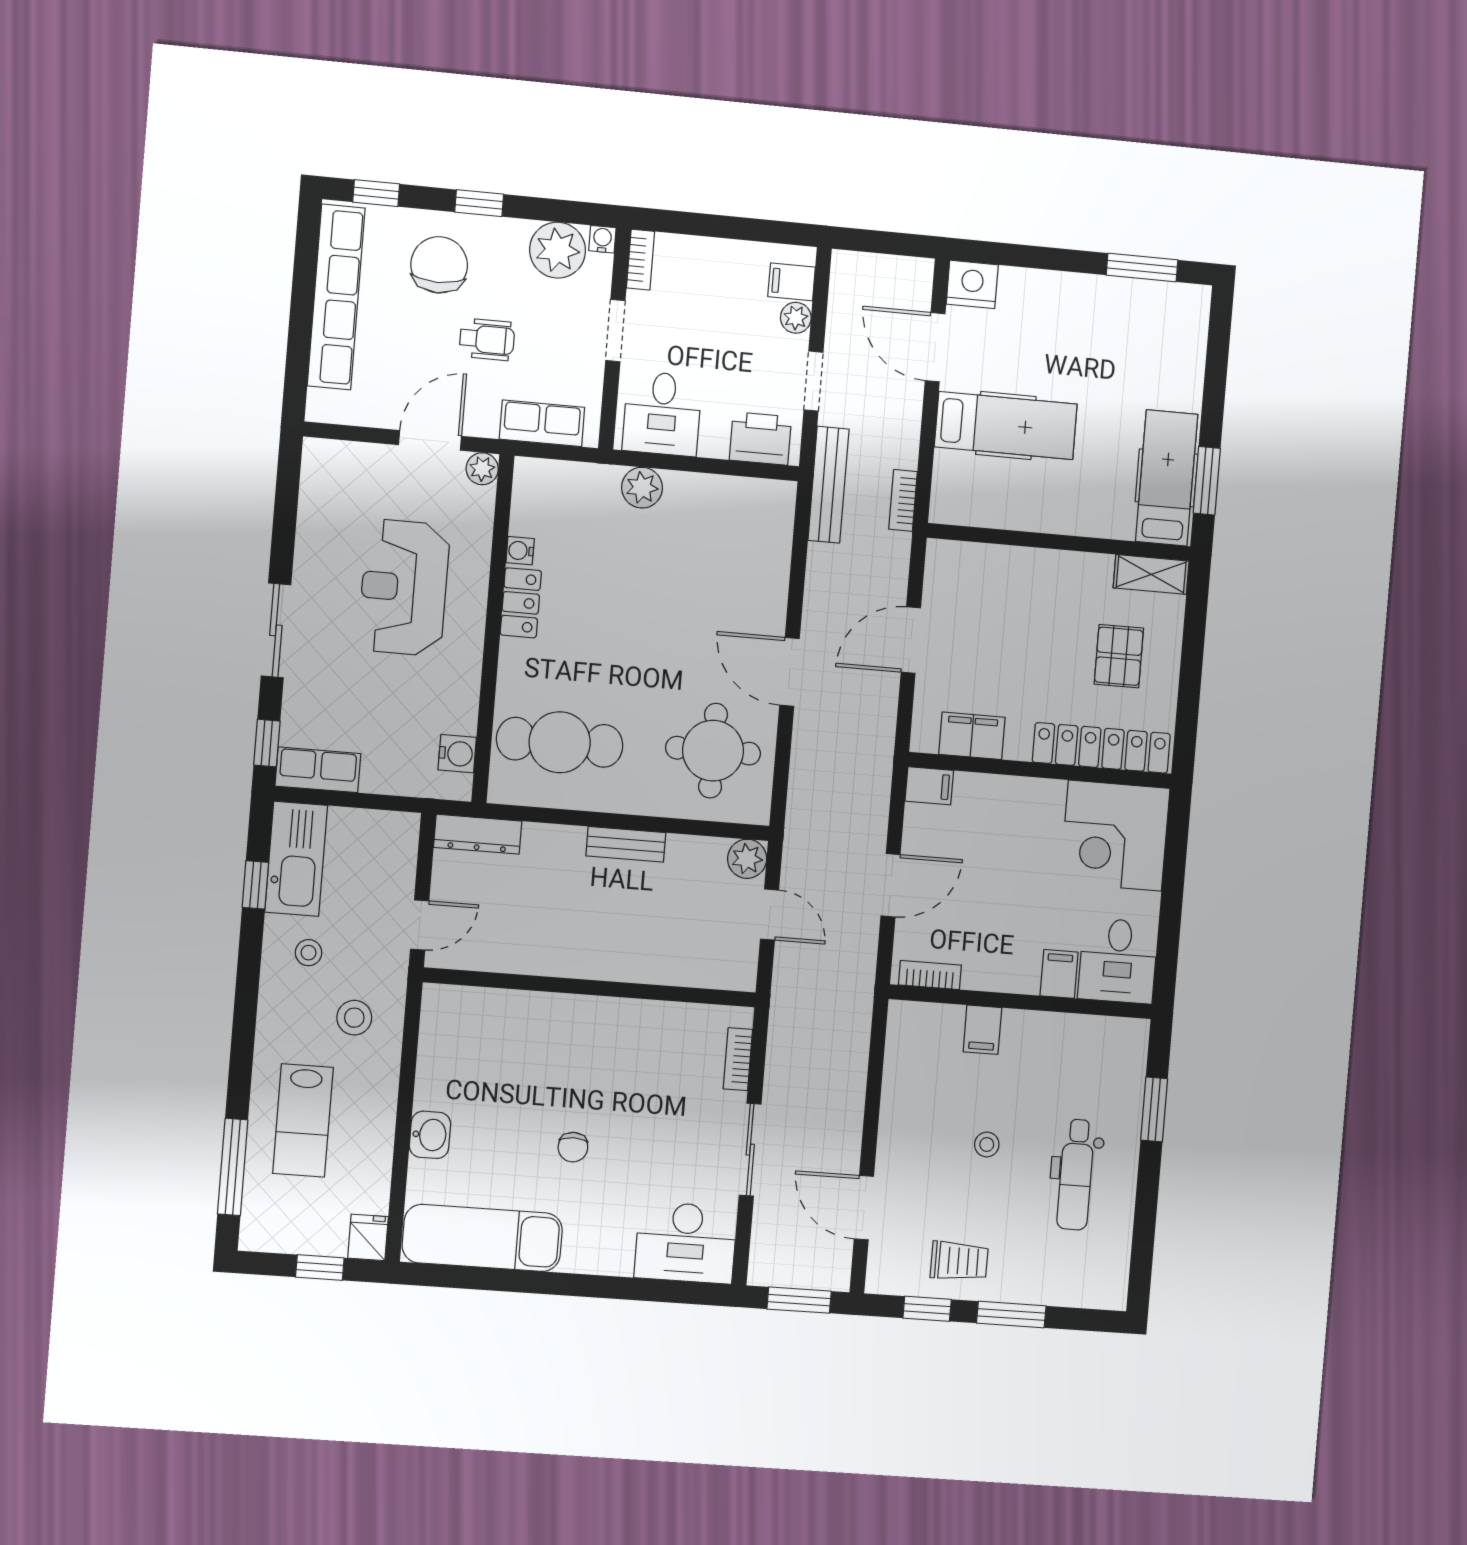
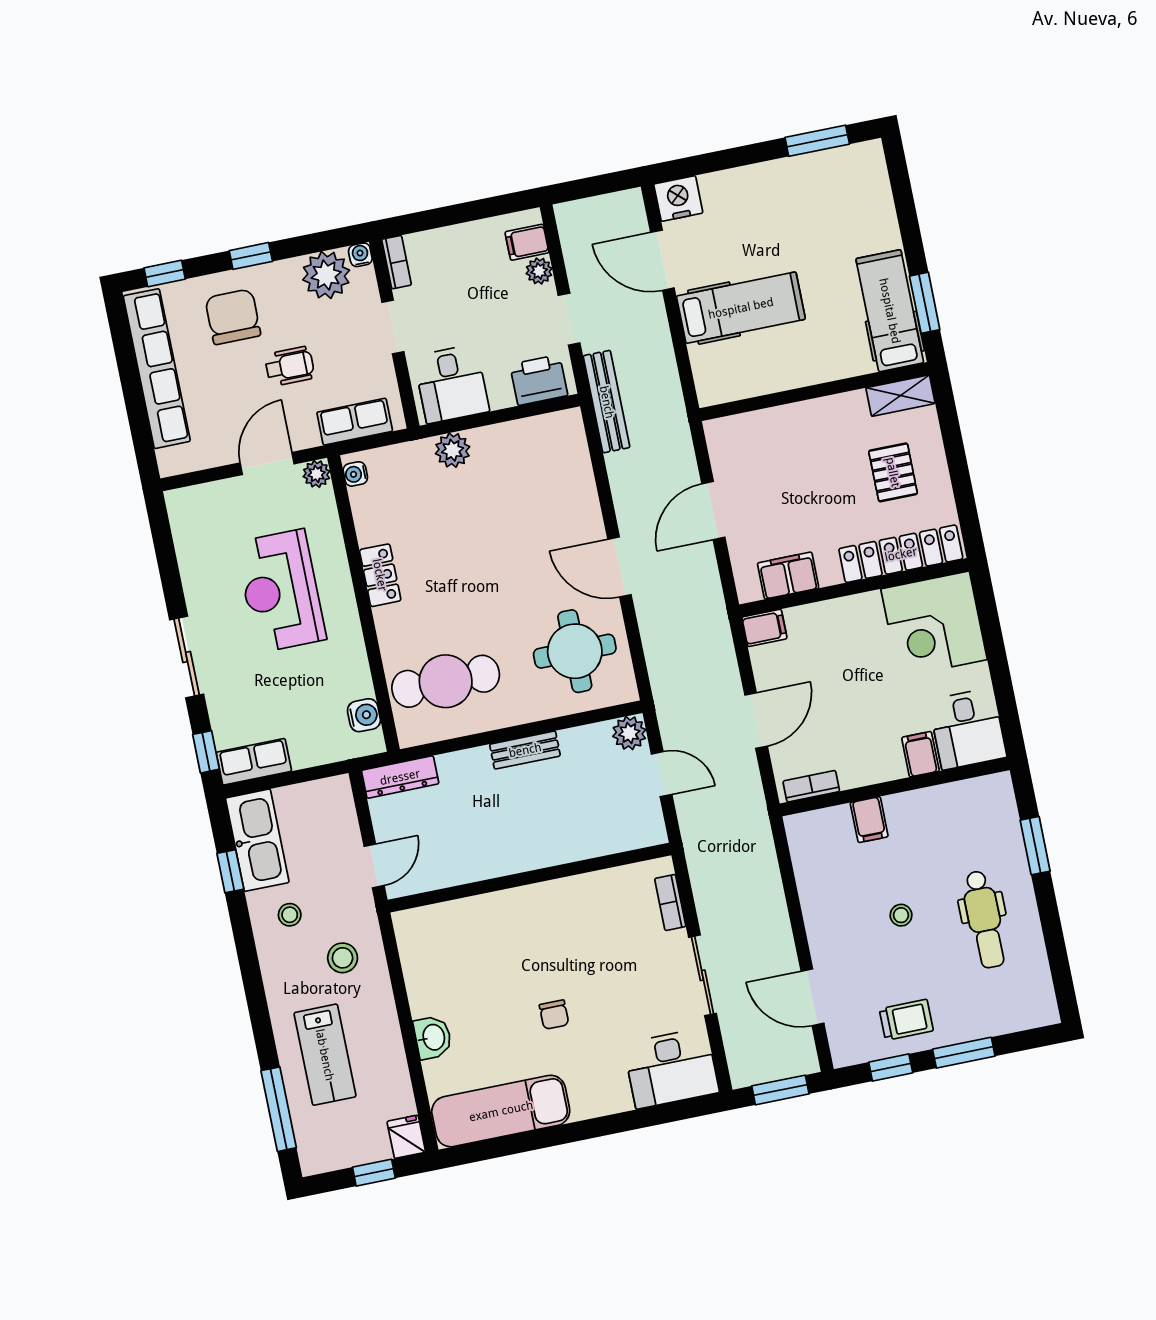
bookcase: (903, 500) -> (673, 396), removed
water cooler: (520, 551) -> (355, 474), moved

